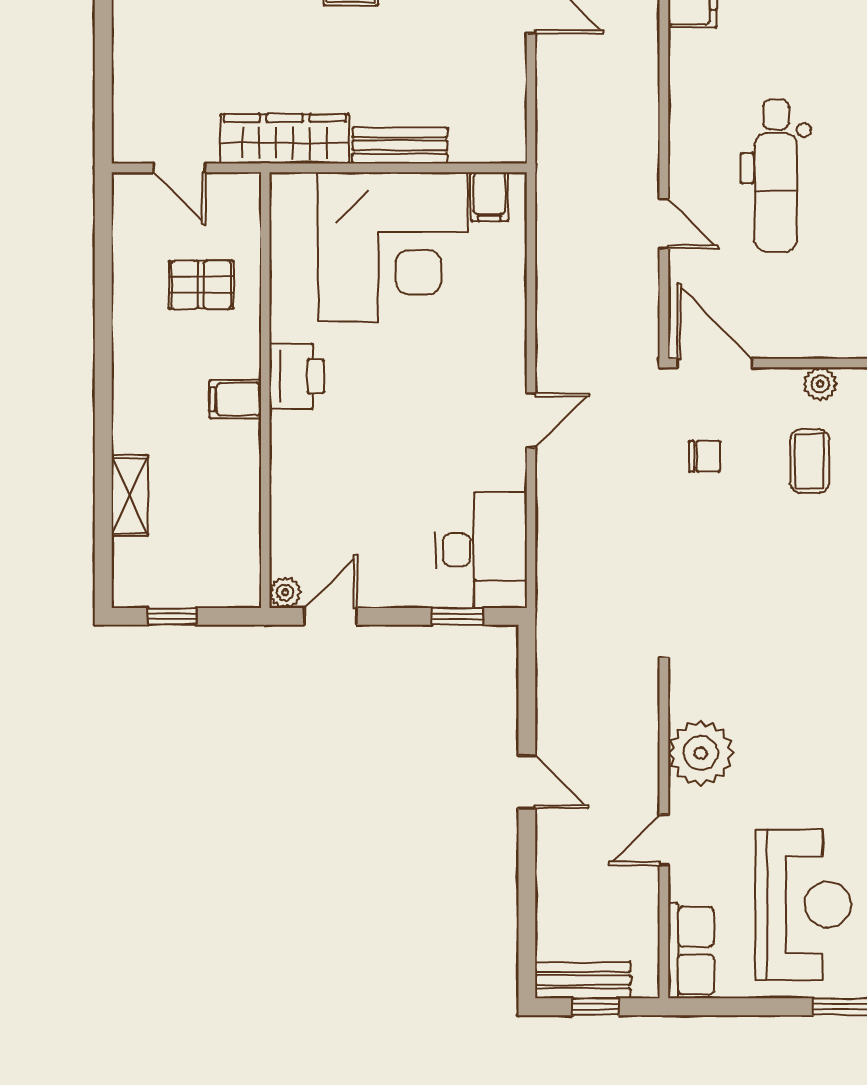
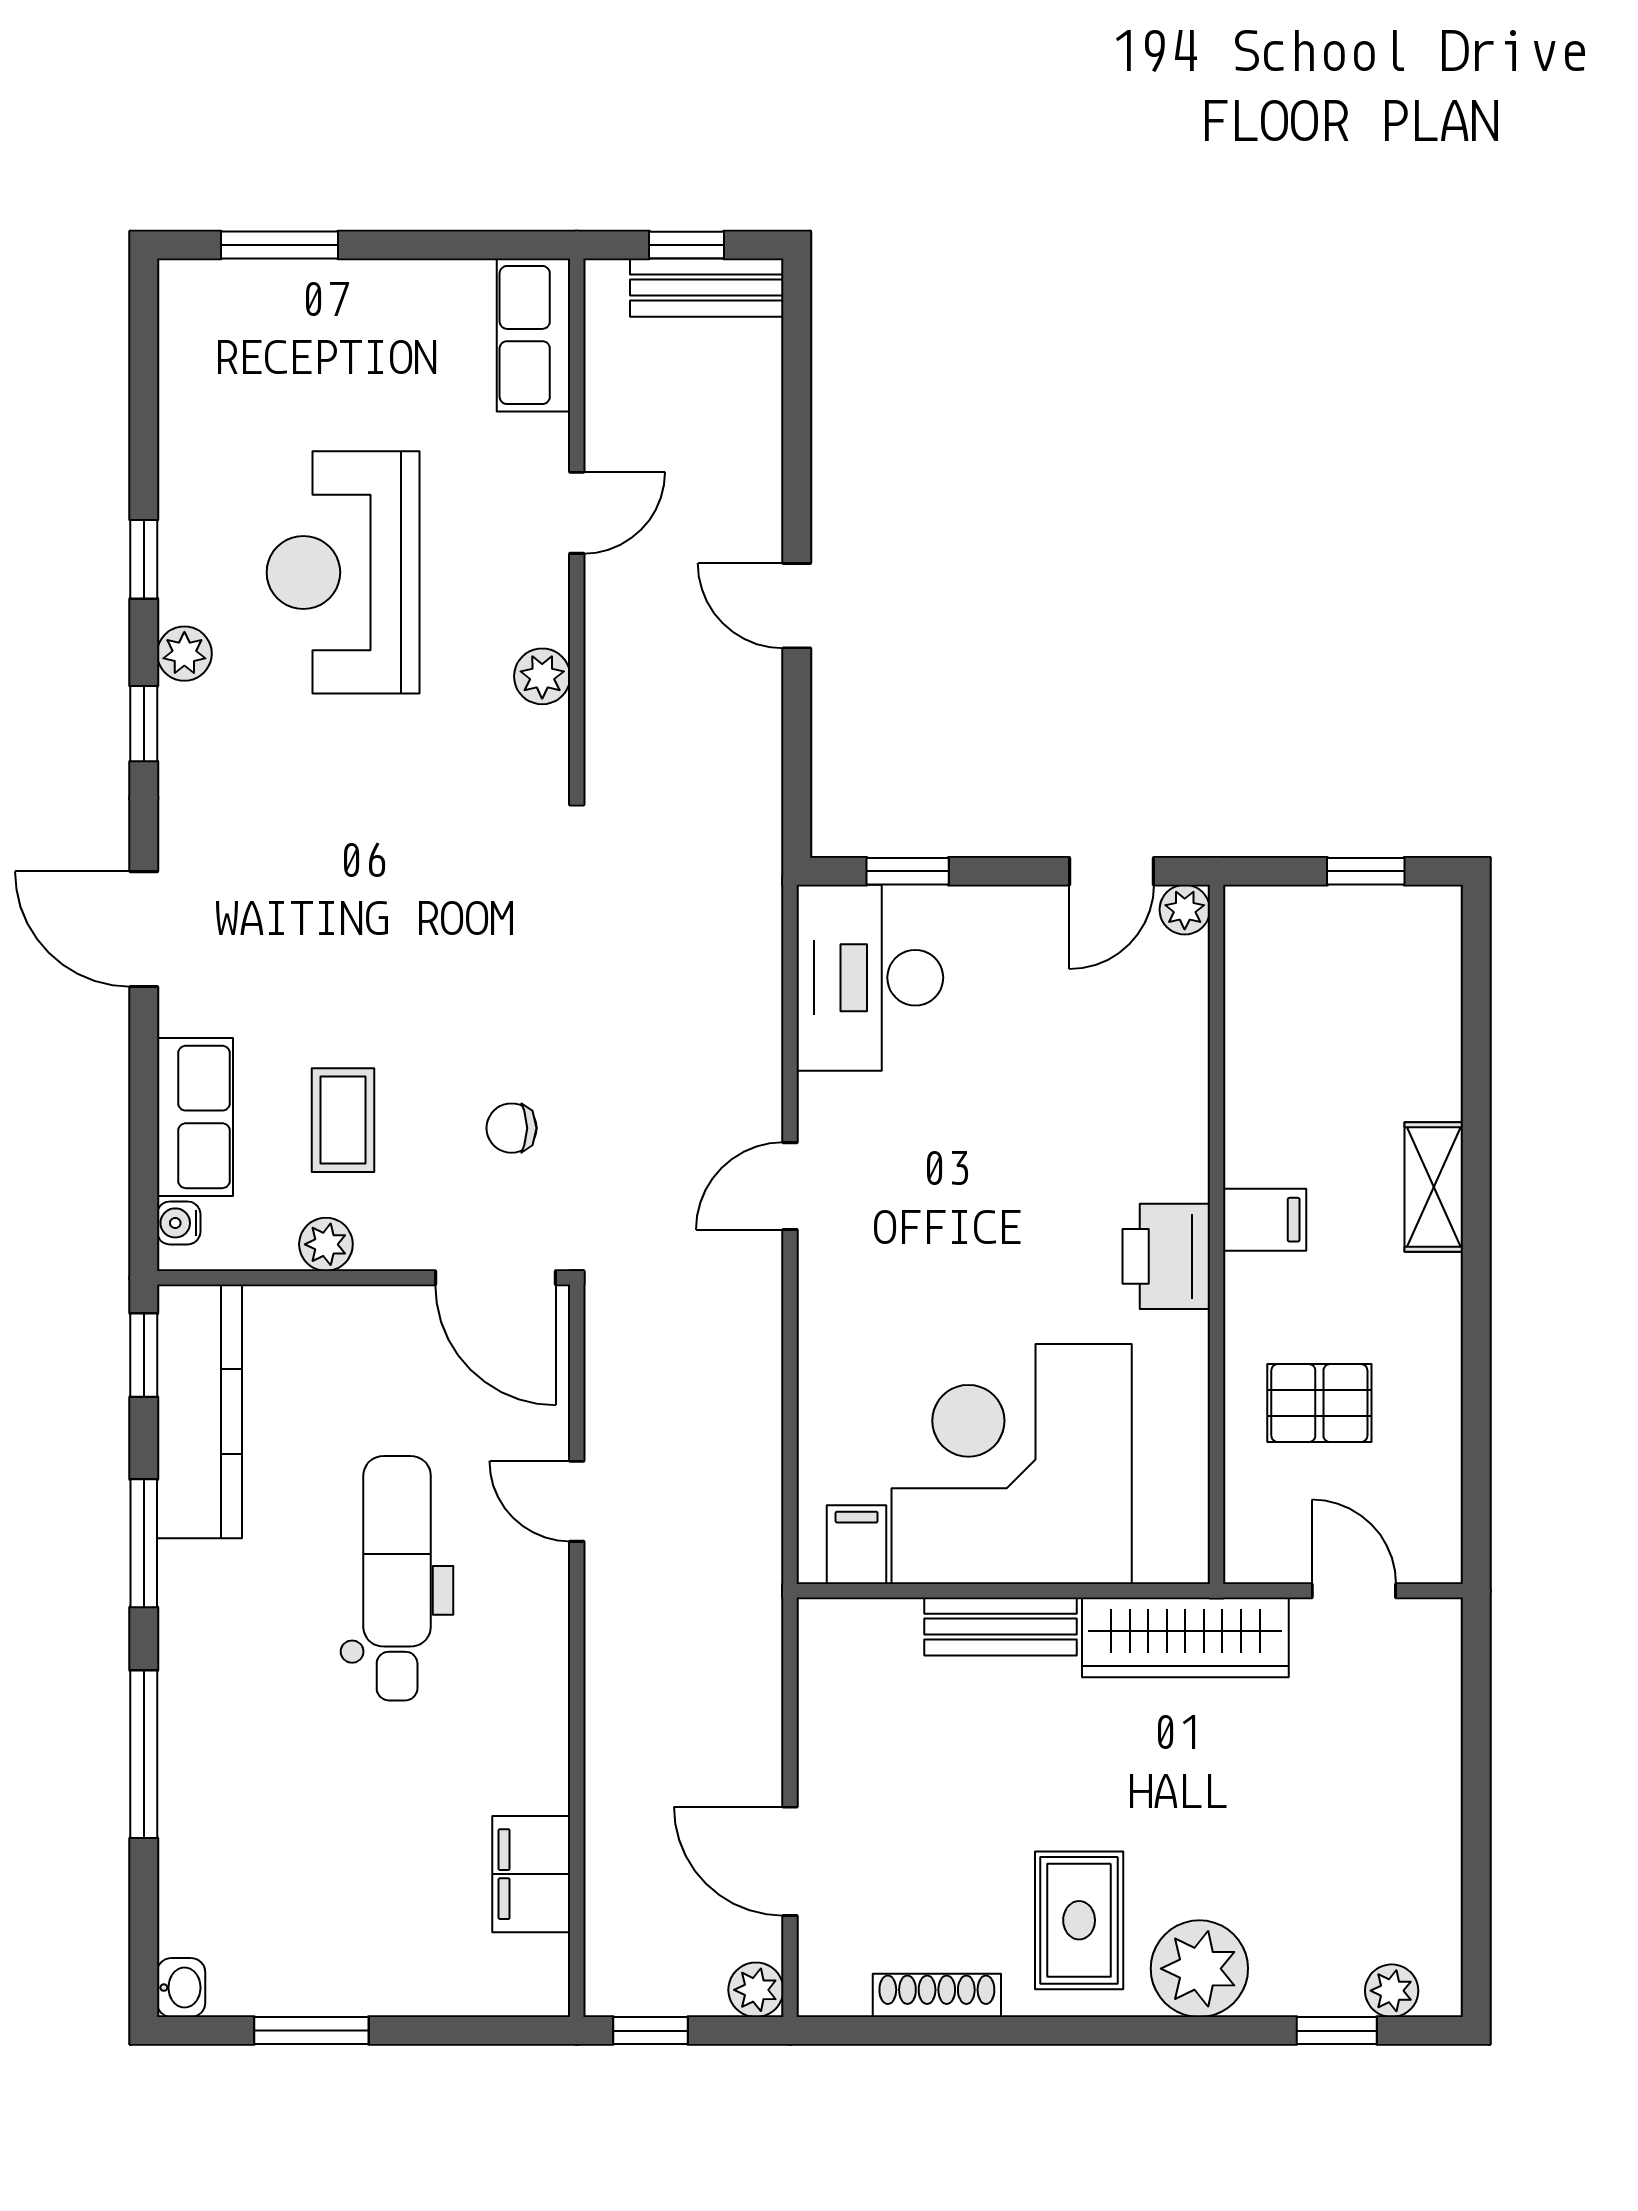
shelving: (130, 496) -> (1434, 1187), moved
plant: (701, 753) -> (542, 676), width x0.53, depth x0.53
reception desk: (803, 905) -> (343, 572), moved

